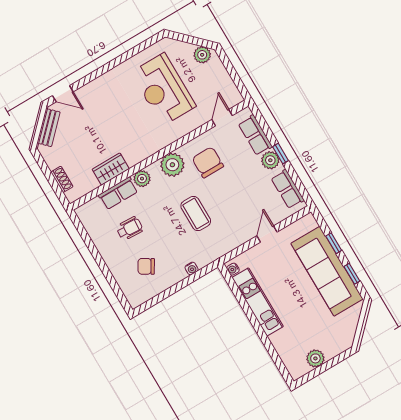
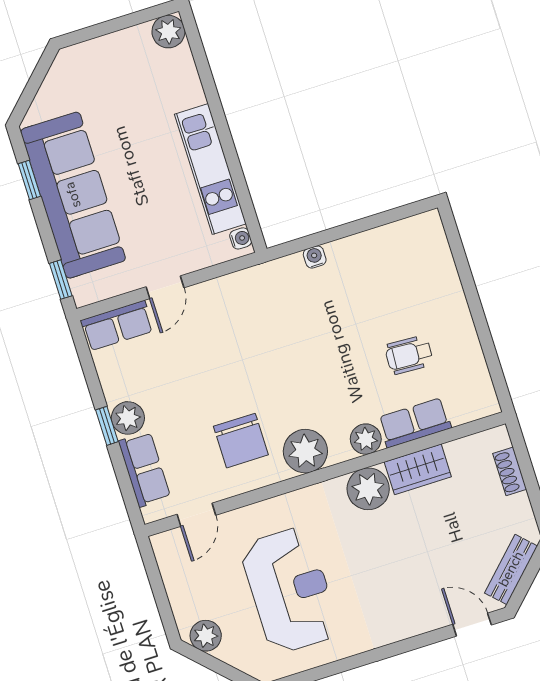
plant: (135, 153) -> (368, 489), added
row of seats: (288, 189) -> (117, 326), moved, turned 90
coffee table: (196, 214) -> (284, 354), removed
window: (334, 243) -> (61, 280), moved
chair: (146, 266) -> (395, 280), removed
plant: (315, 358) -> (168, 32), moved

